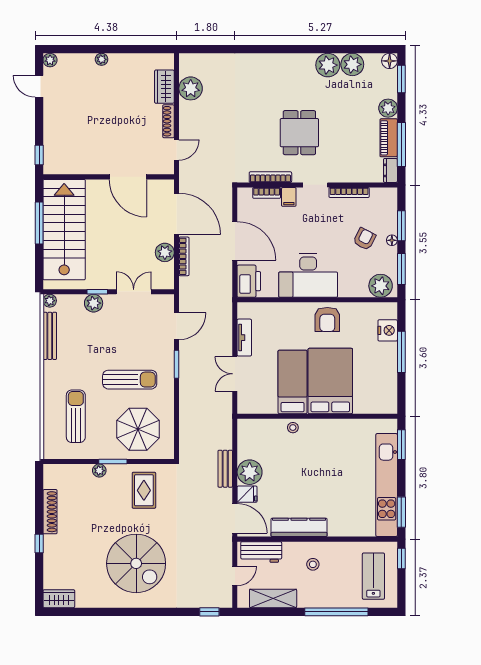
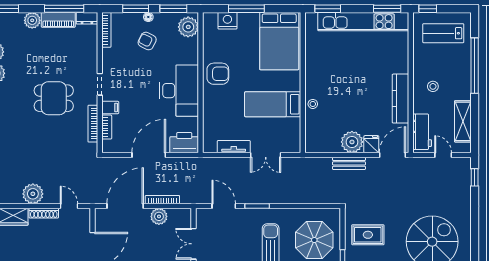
plant: (191, 88) -> (33, 194), moved
bookcase: (349, 193) -> (106, 30), moved
bed: (330, 381) -> (279, 41), moved, turned -90

